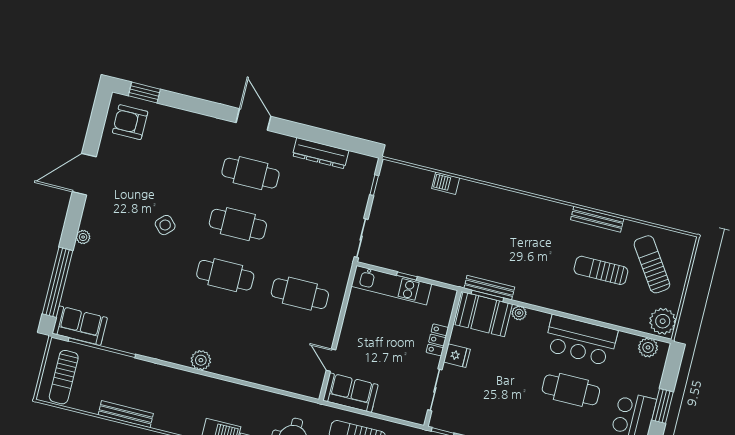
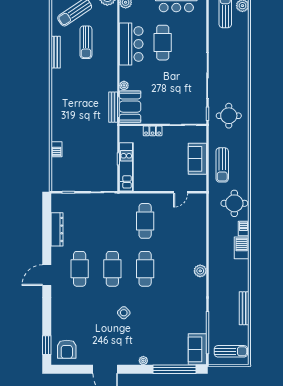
fridge: (457, 356) -> (159, 117), removed
sofa: (350, 393) -> (197, 159), moved

